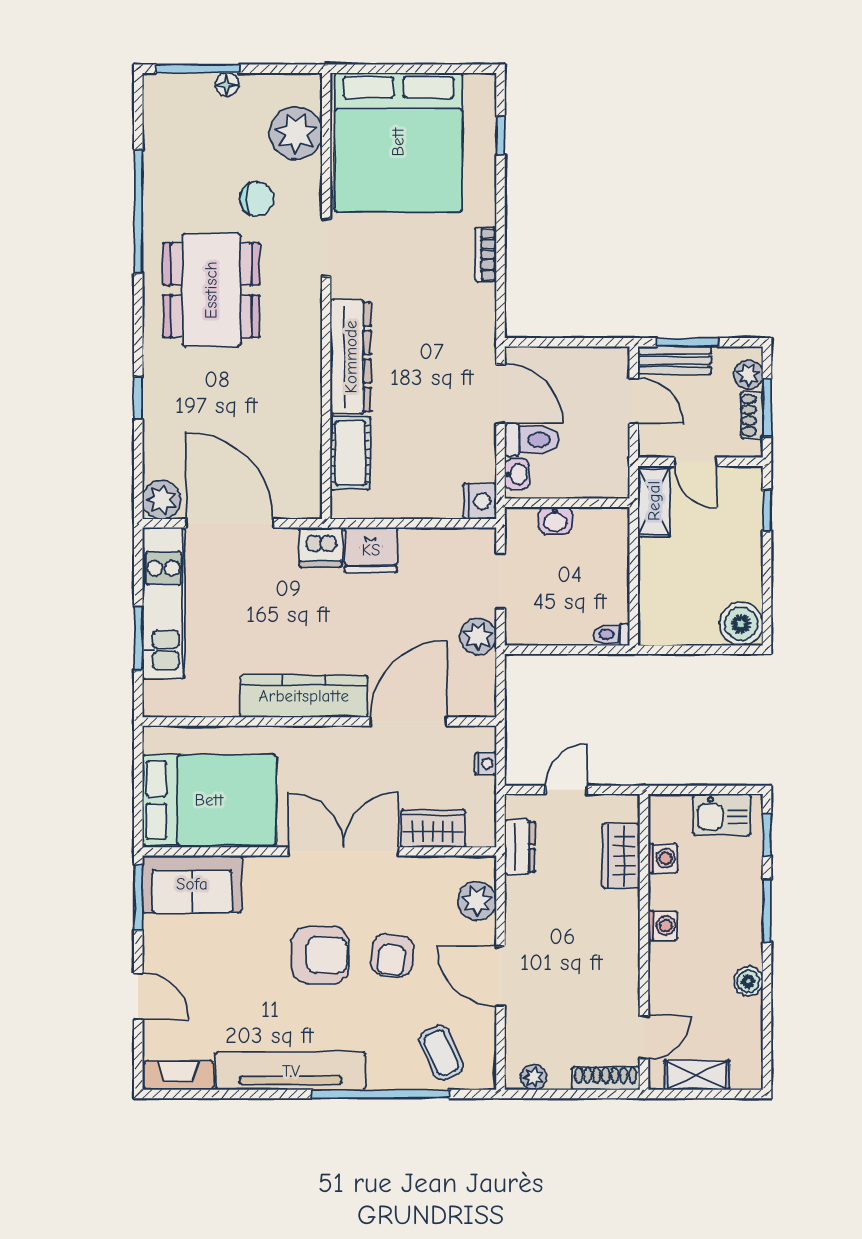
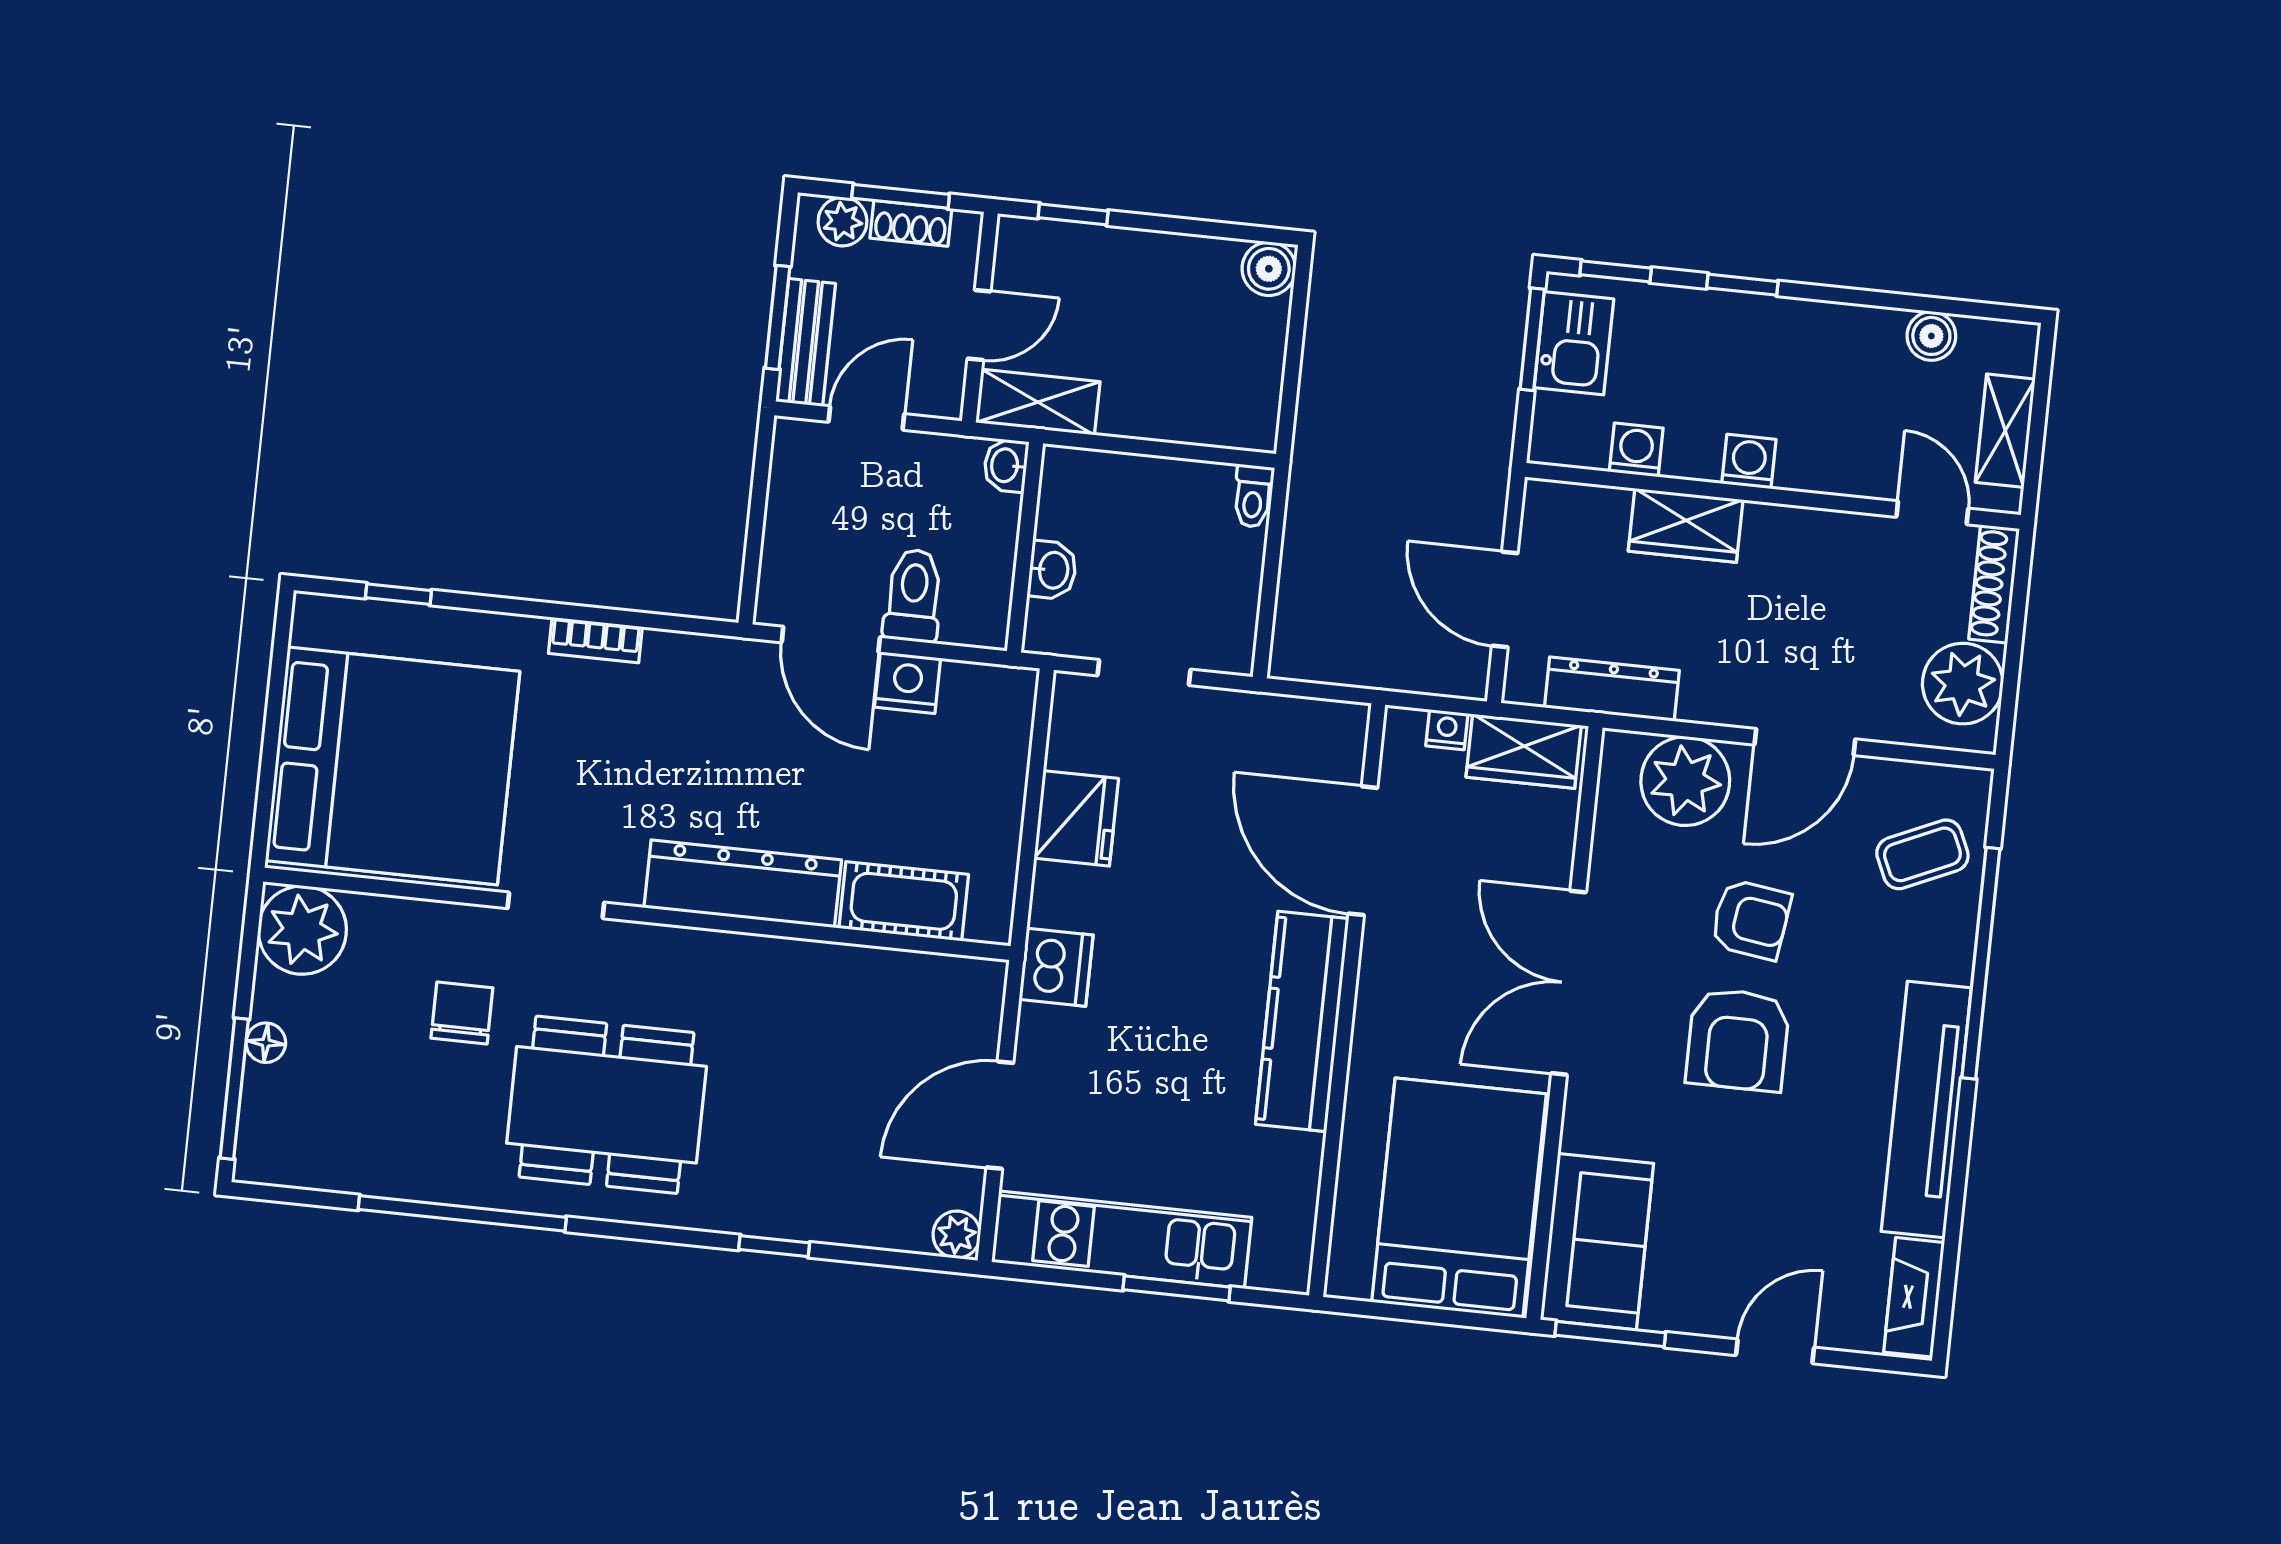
plant: (296, 133) -> (302, 930), moved
door: (500, 394) -> (831, 640), swing flipped
washbasin: (517, 474) -> (1006, 465), moved, turned -90
plant: (162, 500) -> (957, 1235), width x0.73, depth x0.73
nightstand: (480, 501) -> (908, 683), moved
door: (230, 523) -> (1000, 1115), width x0.73
fridge: (371, 550) -> (1076, 818), moved
boiler: (741, 624) -> (1269, 269), width x0.73, depth x0.73
plant: (478, 636) -> (1233, 719), removed
door: (566, 790) -> (1505, 599), width x1.38
window: (722, 790) -> (1532, 339), added
wardrobe: (433, 828) -> (1524, 751), moved, turned -90
dresser: (520, 847) -> (1612, 689), width x1.44
wardrobe: (621, 856) -> (1686, 525), moved
plant: (477, 901) -> (1685, 781), width x1.36, depth x1.36
window: (767, 911) -> (1742, 285), width x0.67
armchair: (320, 955) -> (1738, 1040), turned 180
boiler: (748, 981) -> (1931, 336), moved
plant: (534, 1077) -> (1963, 684), width x1.88, depth x1.88

